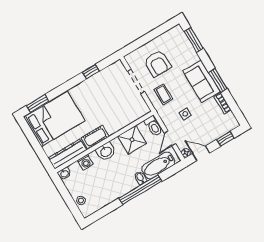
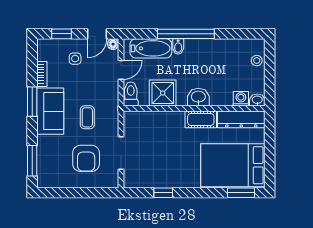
armchair: (158, 64) -> (86, 158), turned 180
coffee table: (163, 94) -> (87, 117), moved
side table: (185, 114) -> (75, 59), moved
door: (201, 153) -> (97, 34), hinge flipped
washing machine: (85, 162) -> (241, 99), moved

